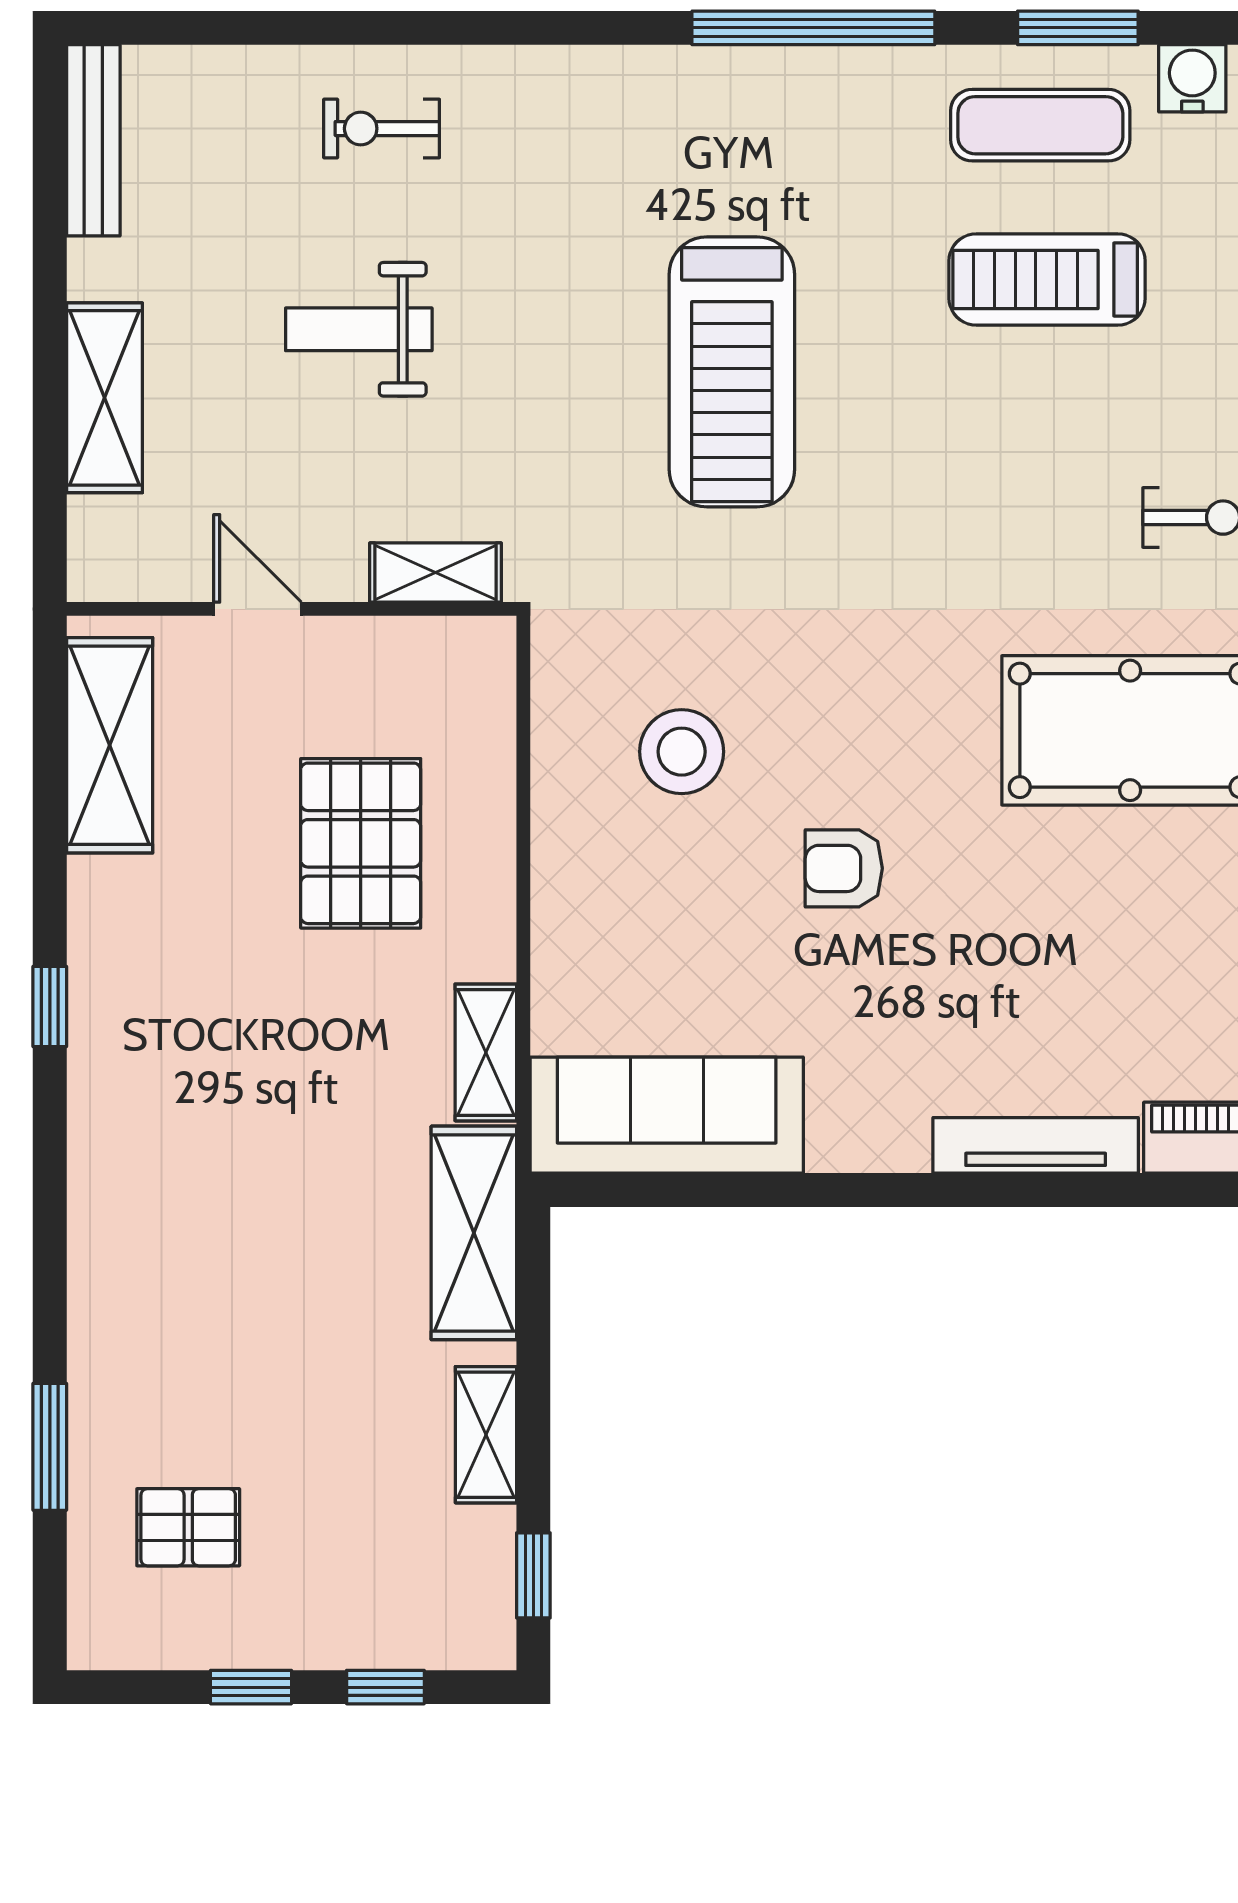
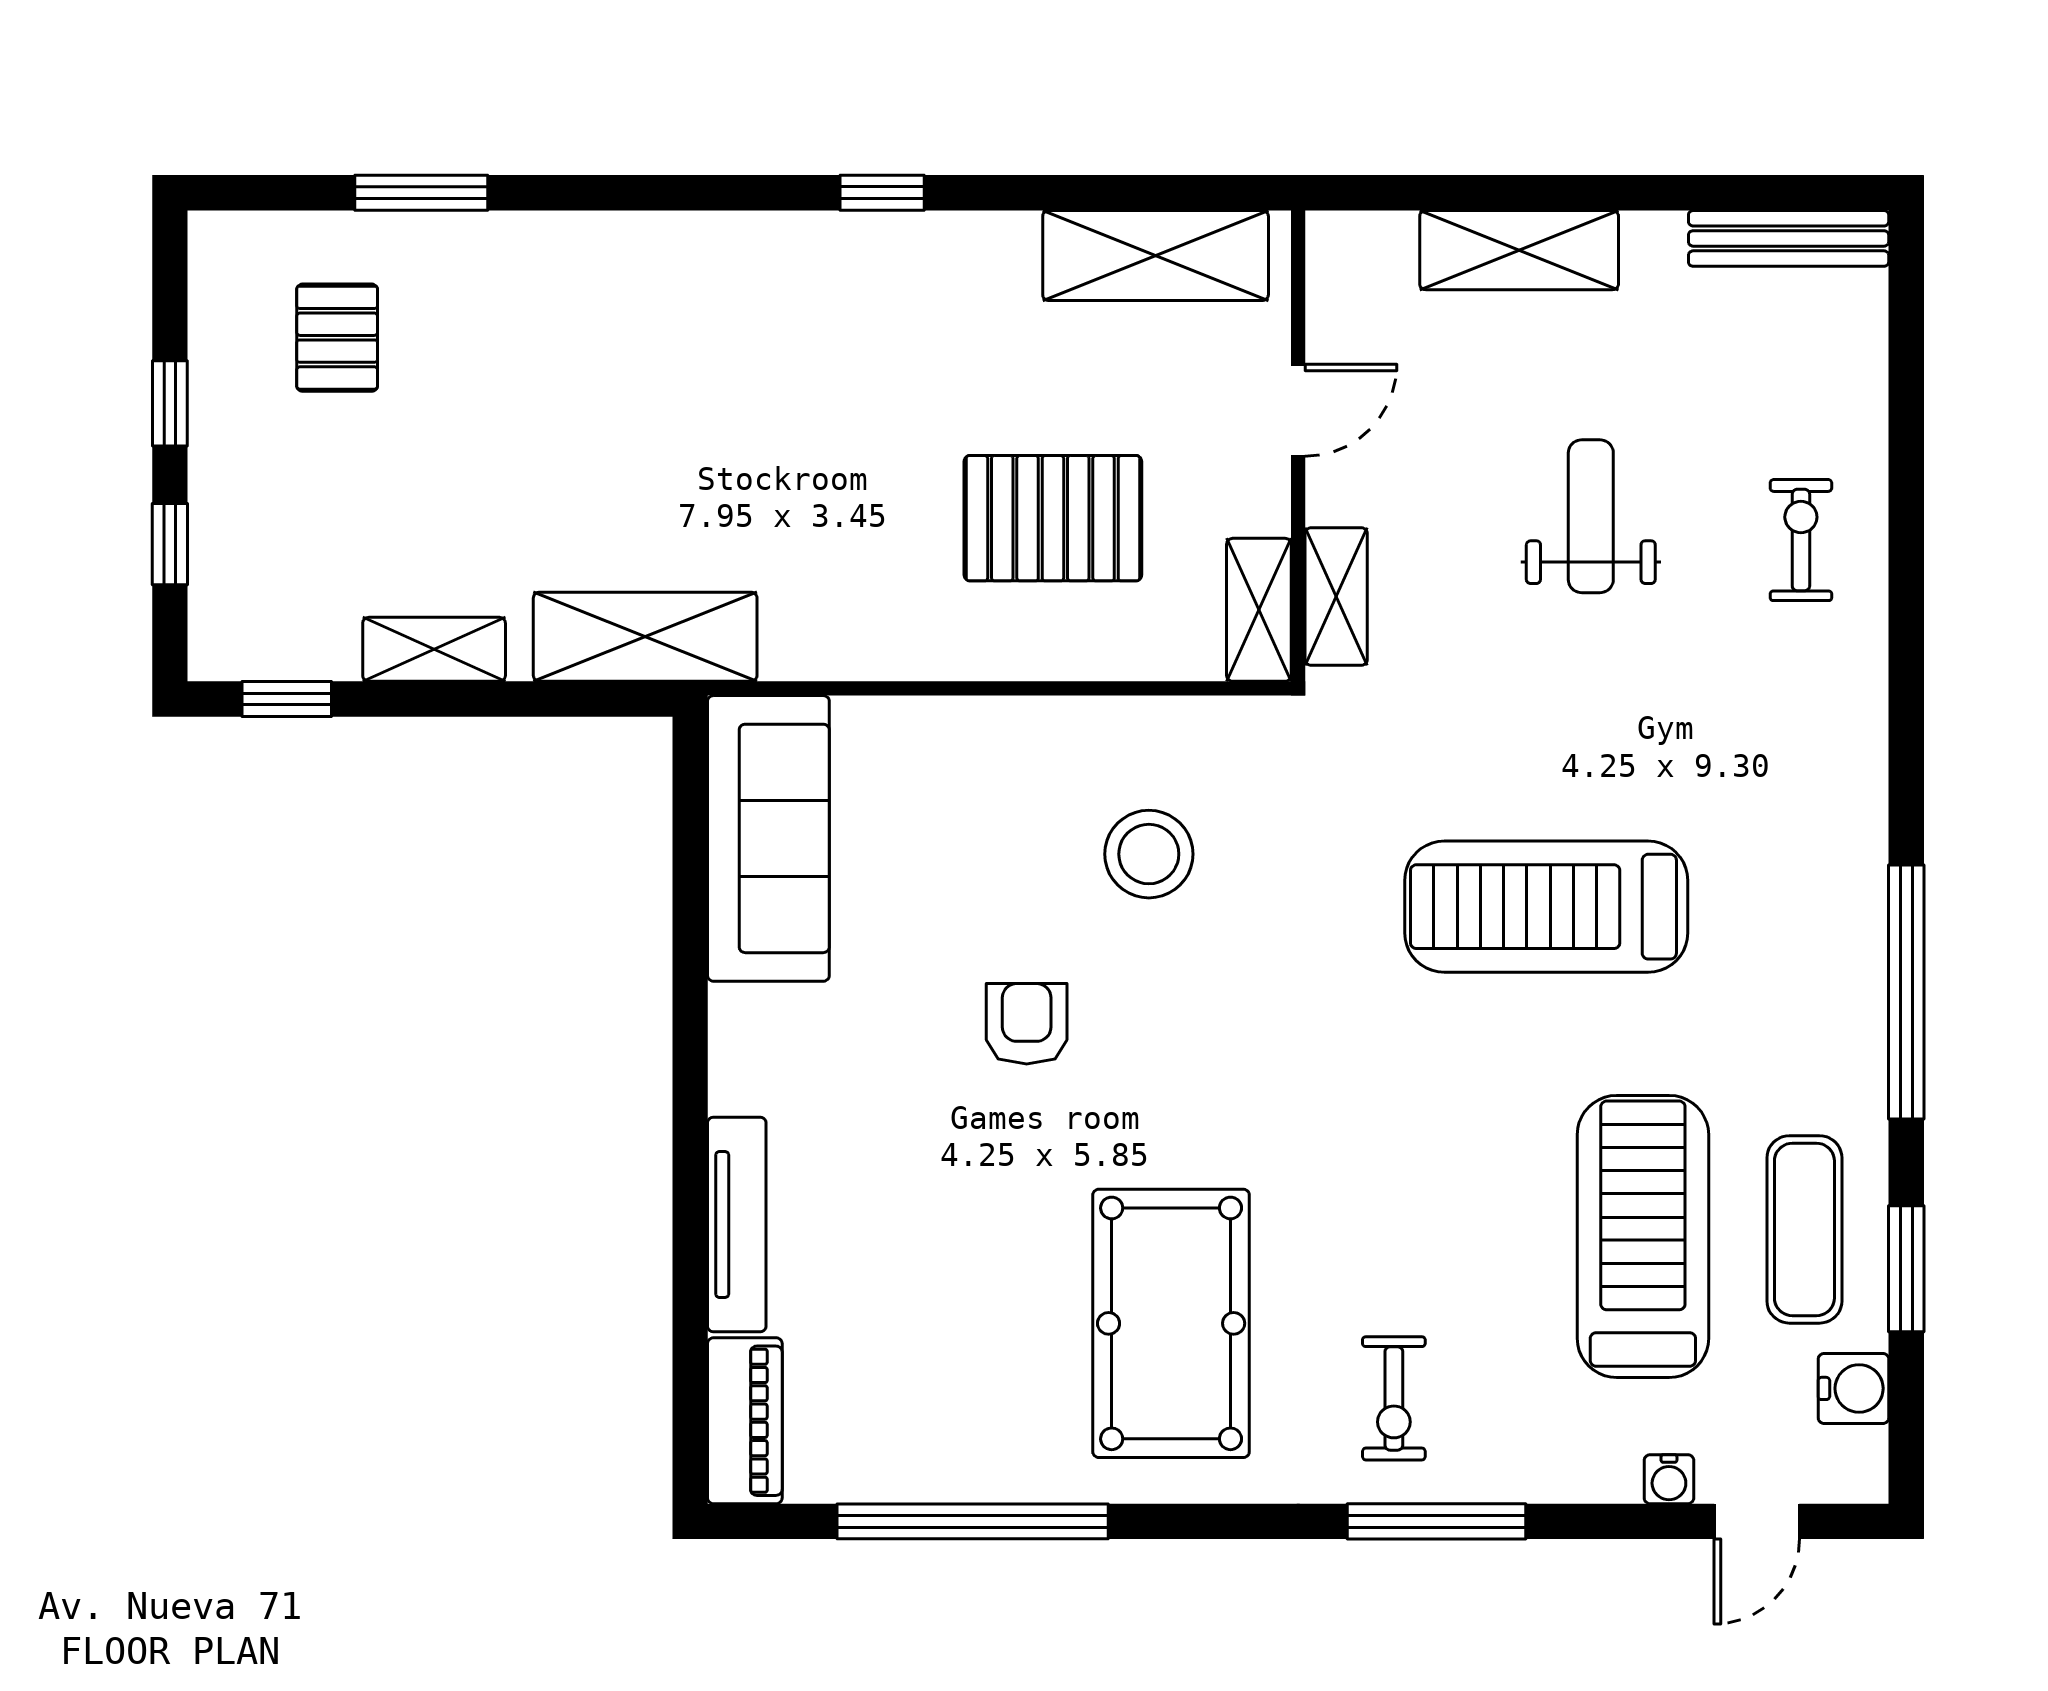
treadmill: (1047, 280) -> (1643, 1236), width x1.37, depth x1.38
shelving: (486, 1052) -> (1259, 610), moved, turned 90

